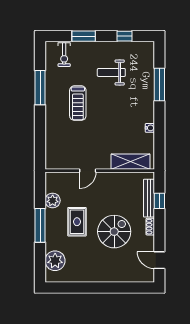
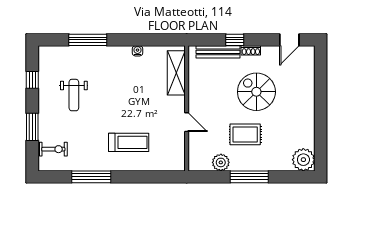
treadmill: (78, 103) -> (129, 142), moved
window: (159, 201) -> (235, 40), moved
plant: (55, 261) -> (303, 160), moved

